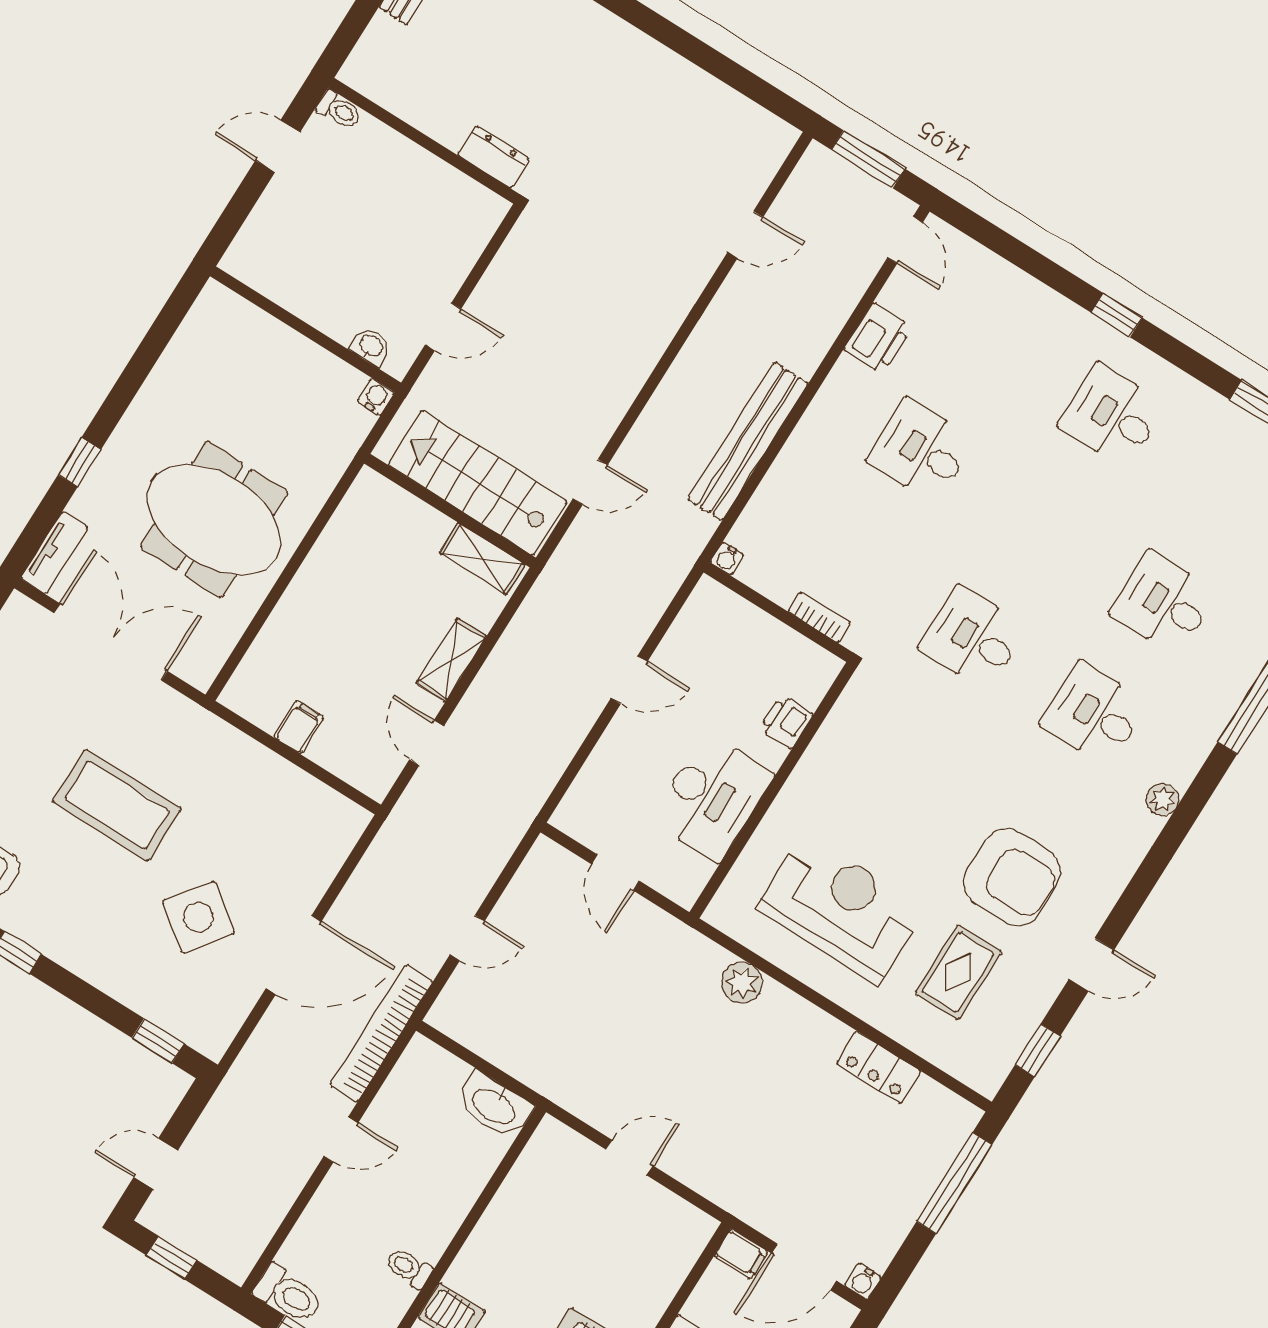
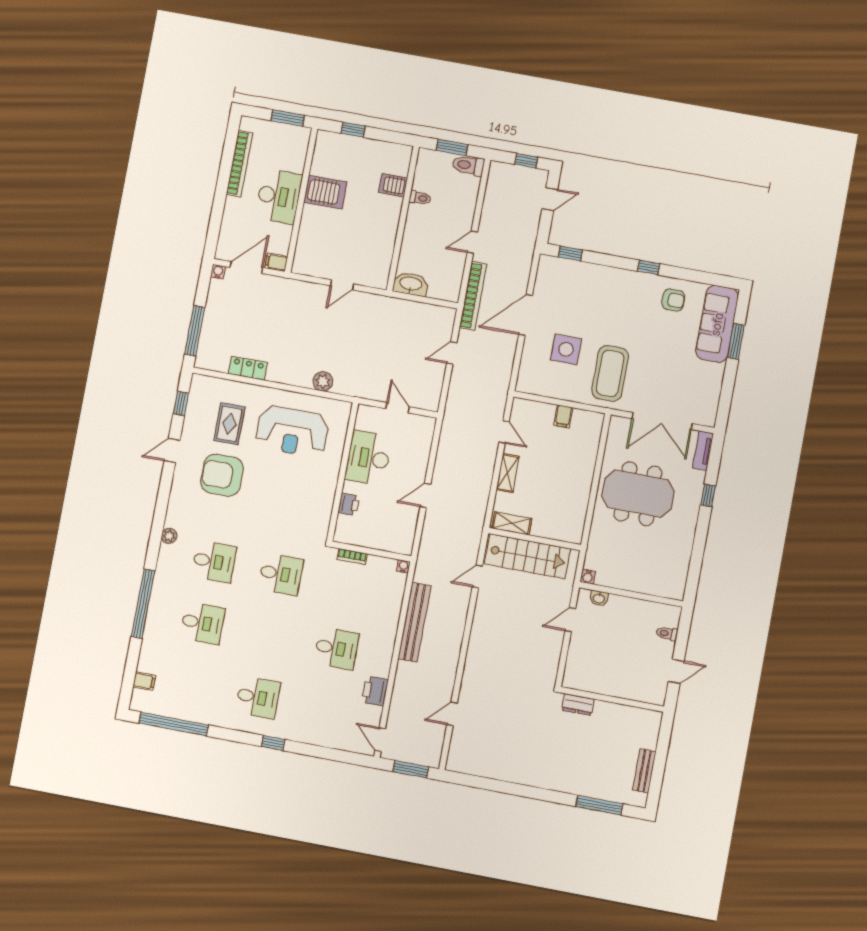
toilet: (339, 110) -> (667, 634), moved
coffee table: (117, 805) -> (610, 373), moved, turned 90
side table: (198, 917) -> (566, 349), moved, turned -37

